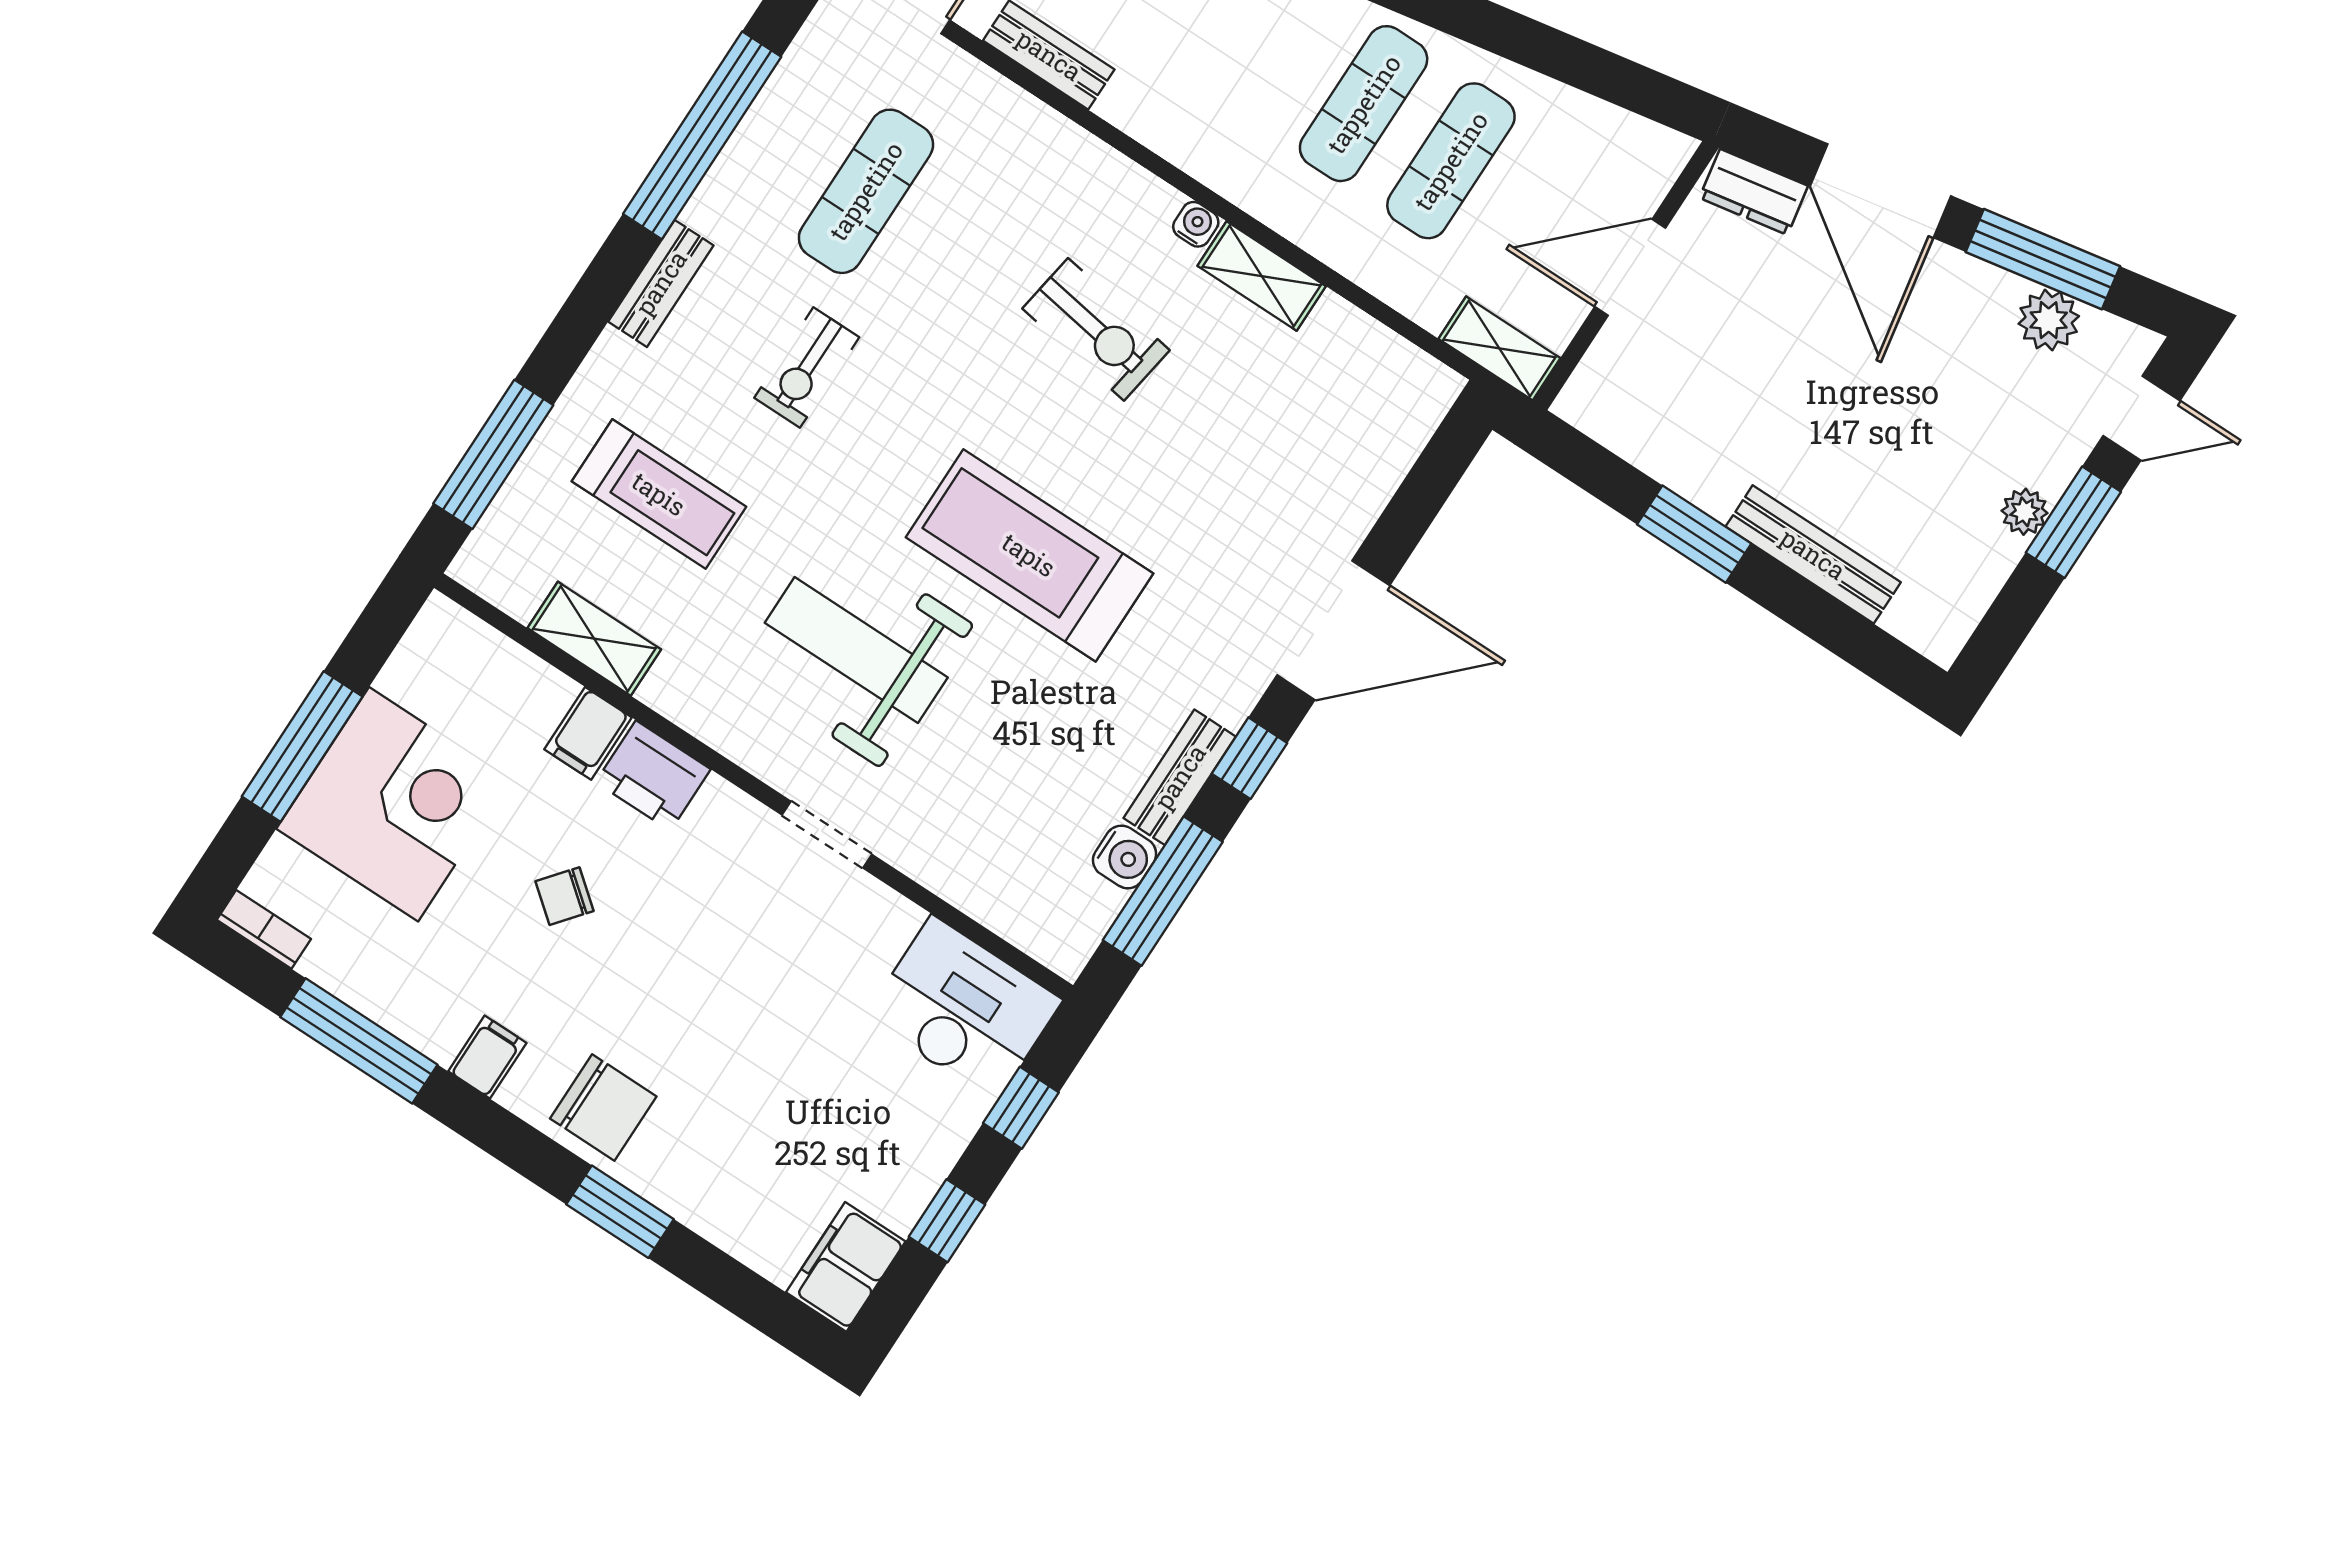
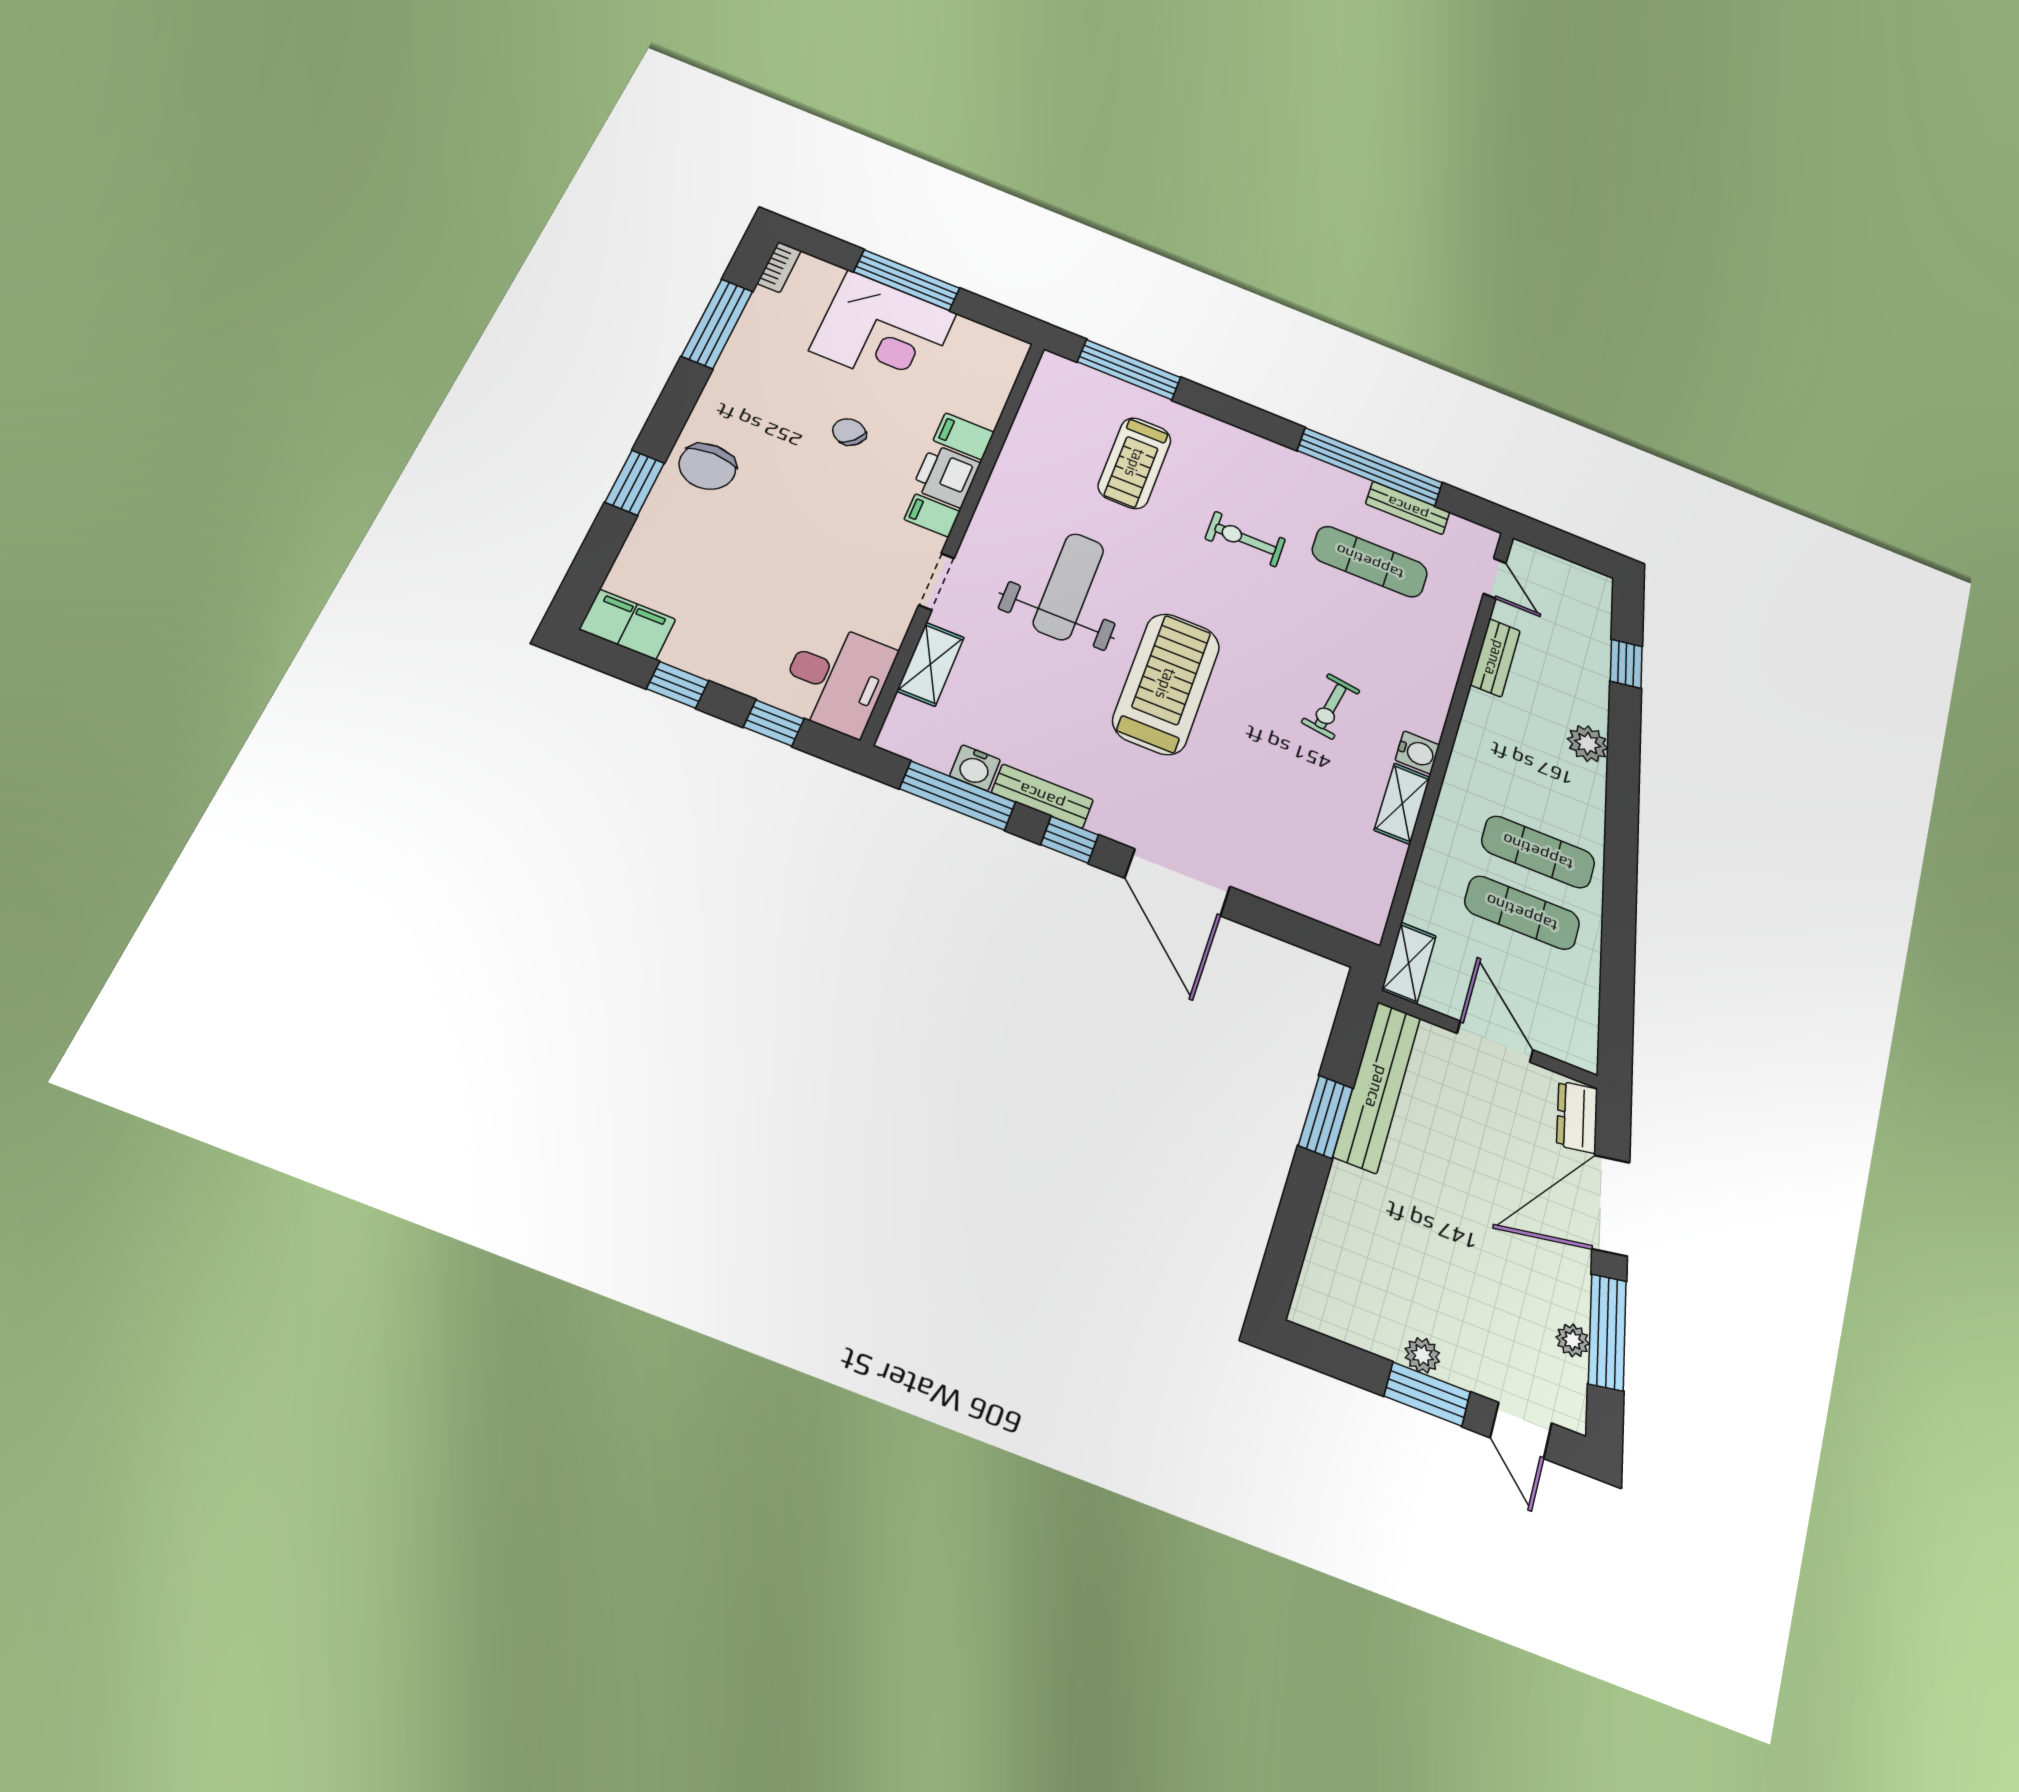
water cooler: (1196, 224) -> (1417, 753), width x1.38, depth x1.38
bench: (661, 283) -> (1408, 508), moved
plant: (2049, 320) -> (1573, 1340), width x0.73, depth x0.73
exercise bike: (1096, 329) -> (1331, 706), width x0.73, depth x0.72
bench: (1813, 554) -> (1377, 1087), moved, width x1.37, depth x1.21
shelving: (594, 639) -> (930, 664), moved
filing cabinet: (487, 1057) -> (932, 515), moved, turned 180

